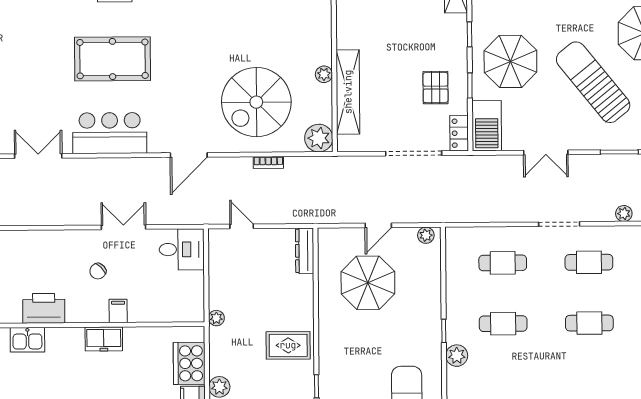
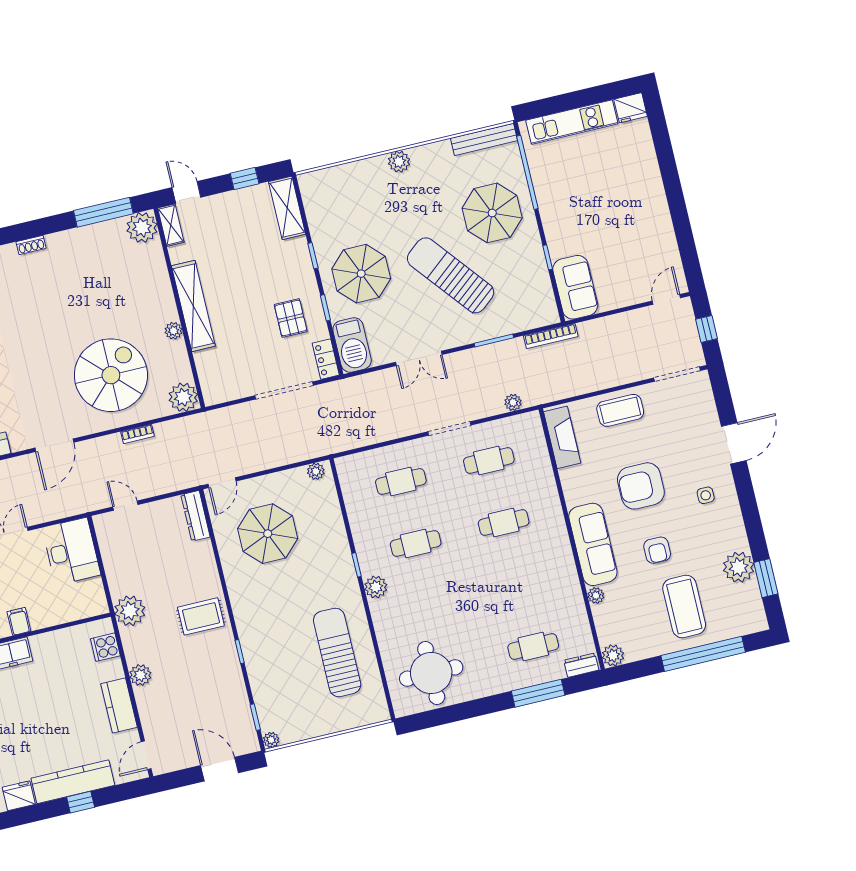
shelving: (348, 92) -> (193, 306), moved
spiral stairs: (256, 102) -> (111, 375), turned 180
door: (378, 225) -> (222, 483), moved
desk: (182, 249) -> (71, 551), width x1.37
plant: (216, 318) -> (130, 611), width x1.88, depth x1.88
cooker: (189, 363) -> (105, 647), width x0.53, depth x0.76

